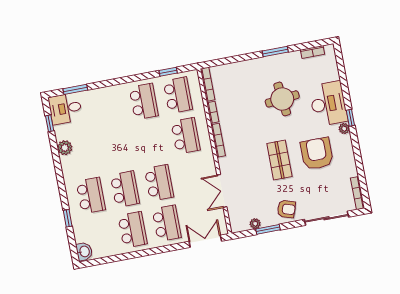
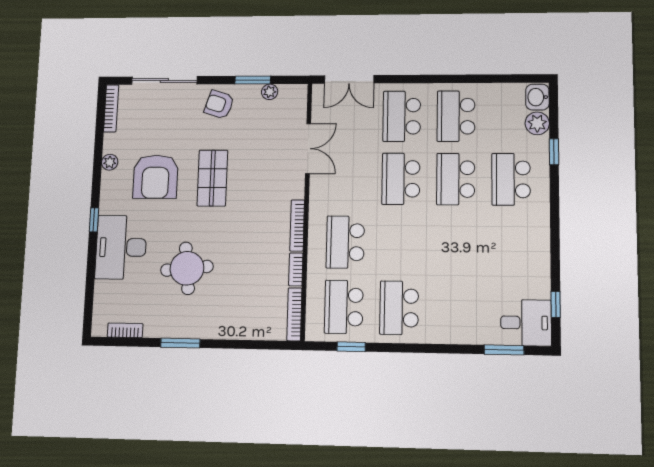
plant: (344, 129) -> (110, 162), moved
plant: (65, 148) -> (537, 123), moved

